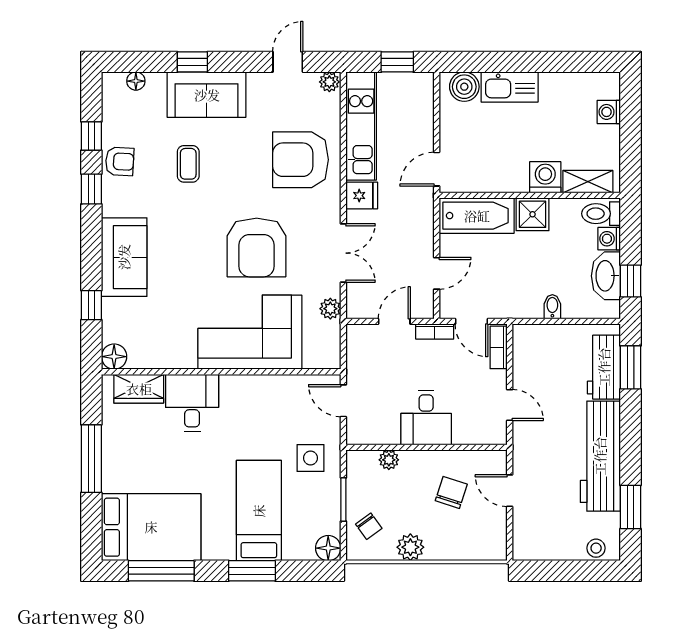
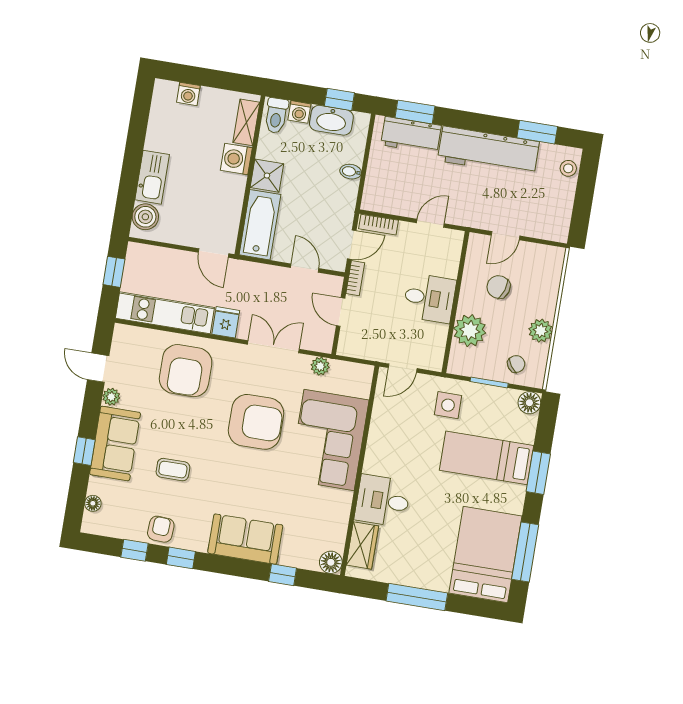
plant: (329, 82) -> (111, 397), moved
plant: (389, 460) -> (470, 331), width x1.88, depth x1.88

